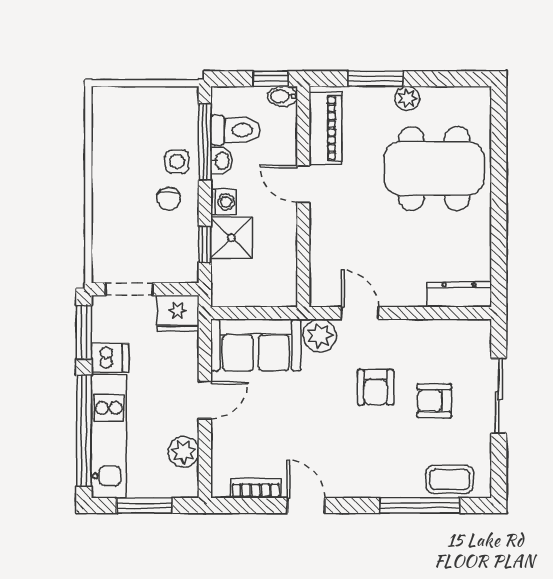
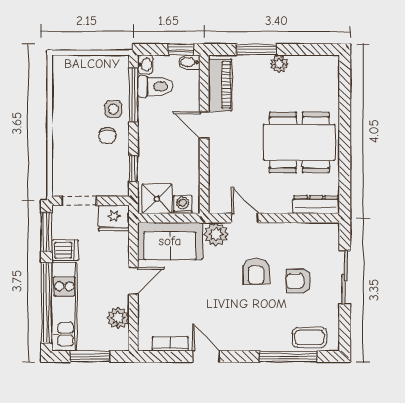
washbasin: (221, 161) -> (145, 64), moved
dining table: (434, 168) -> (299, 142), moved
washing machine: (223, 202) -> (183, 205), moved, turned -90
shower: (231, 238) -> (157, 199), moved

